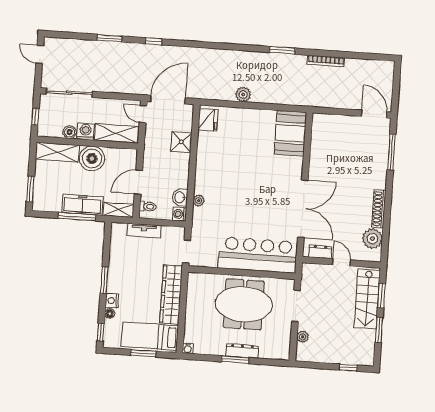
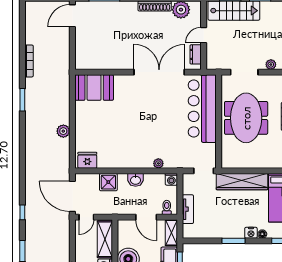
washbasin: (180, 197) -> (136, 180), moved

